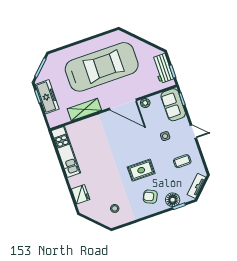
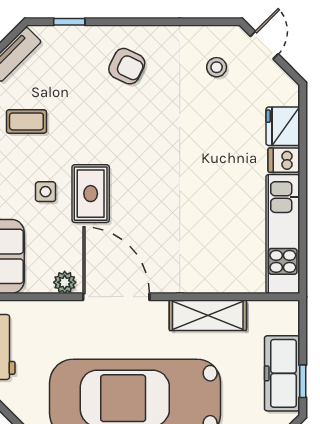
rug: (141, 170) -> (91, 194), moved, turned 90
dishwasher: (76, 181) -> (284, 160), added
floor lamp: (173, 200) -> (79, 42), removed
door: (99, 224) -> (264, 45), added

